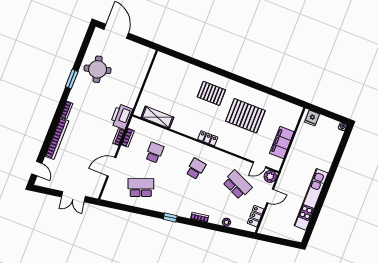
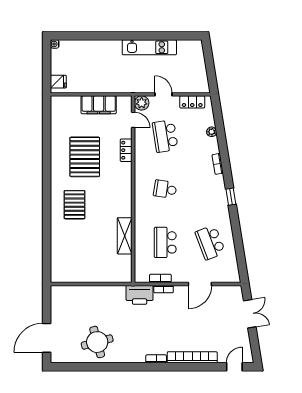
window: (72, 79) -> (119, 367), removed
shelving: (157, 117) -> (125, 236), moved
locker: (208, 138) -> (126, 150), moved
school desk: (154, 152) -> (165, 242), width x1.85
door: (112, 167) -> (200, 284), hinge flipped
school desk: (237, 185) -> (165, 136), turned -33
kitchen unit: (311, 199) -> (149, 47), width x0.73

